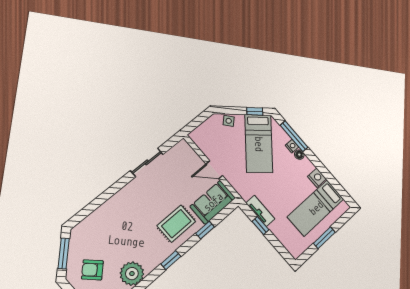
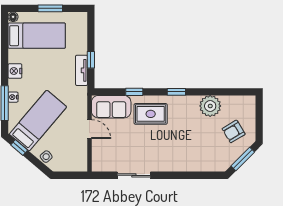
floor lamp: (299, 155) -> (13, 17), moved
nightstand: (317, 178) -> (15, 71), moved
armchair: (92, 270) -> (234, 131), turned 104

